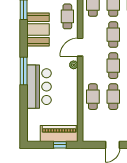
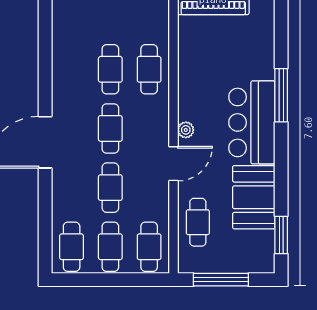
window: (24, 71) -> (281, 95), moved
bar counter: (39, 87) -> (252, 122), moved

